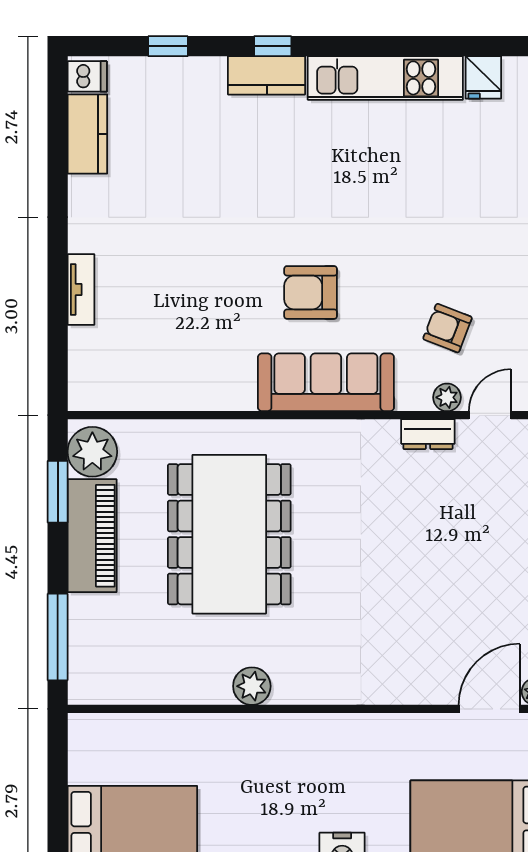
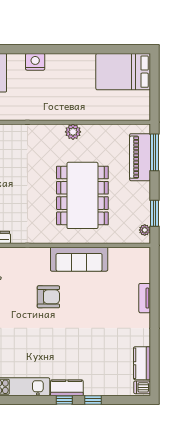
window: (168, 46) -> (93, 400), moved
sofa: (326, 382) -> (79, 259), moved
plant: (92, 452) -> (145, 230), width x0.53, depth x0.53
piano: (92, 536) -> (140, 157), moved

